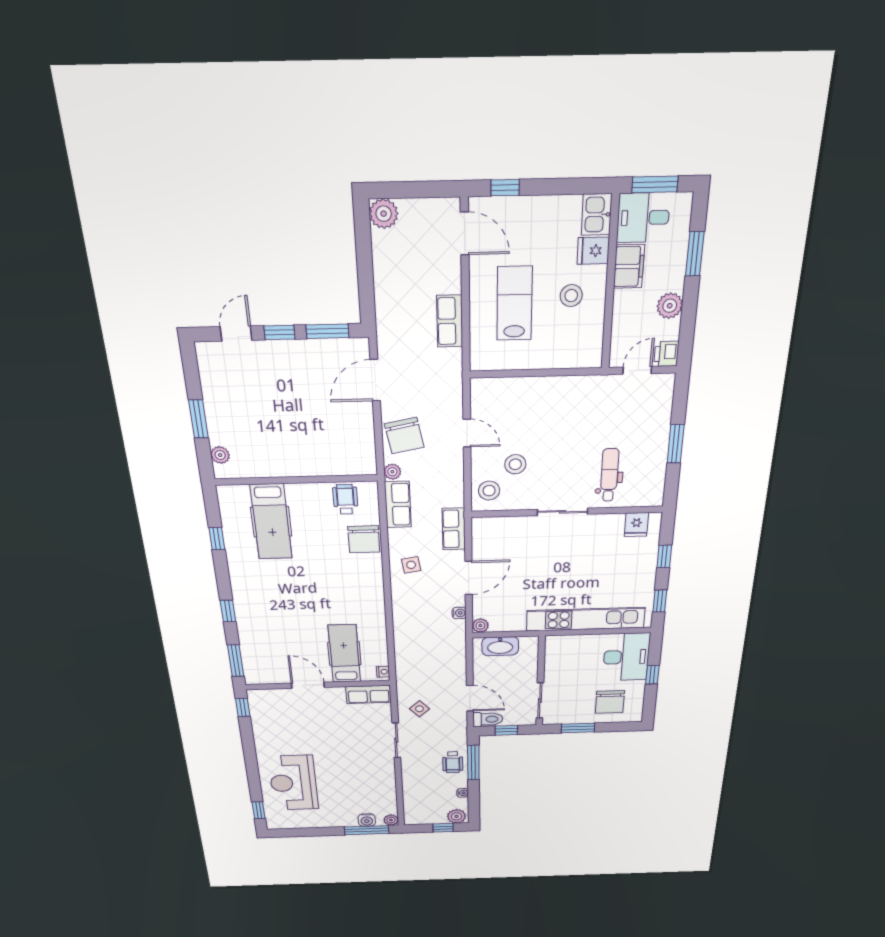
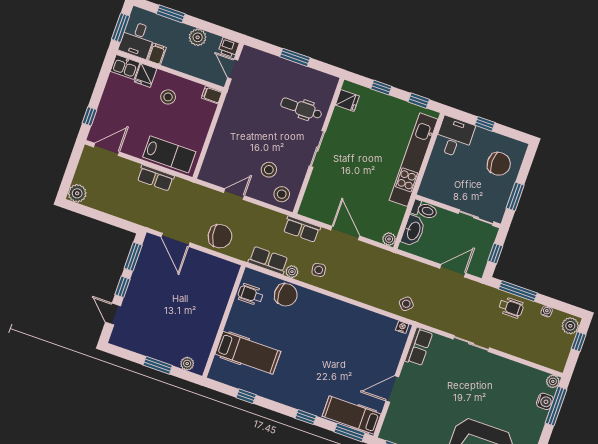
filing cabinet: (629, 266) -> (157, 54), width x0.50
lab bench: (514, 304) -> (169, 154), moved, turned 180
filing cabinet: (593, 355) -> (212, 95), added
plant: (392, 472) -> (292, 272), moved
water cooler: (459, 613) -> (372, 251), removed
hospital bed: (344, 654) -> (352, 415), moved
desk: (626, 657) -> (454, 137), width x0.73
side table: (419, 709) -> (406, 304), moved
toilet: (488, 719) -> (424, 210), moved, turned 90

